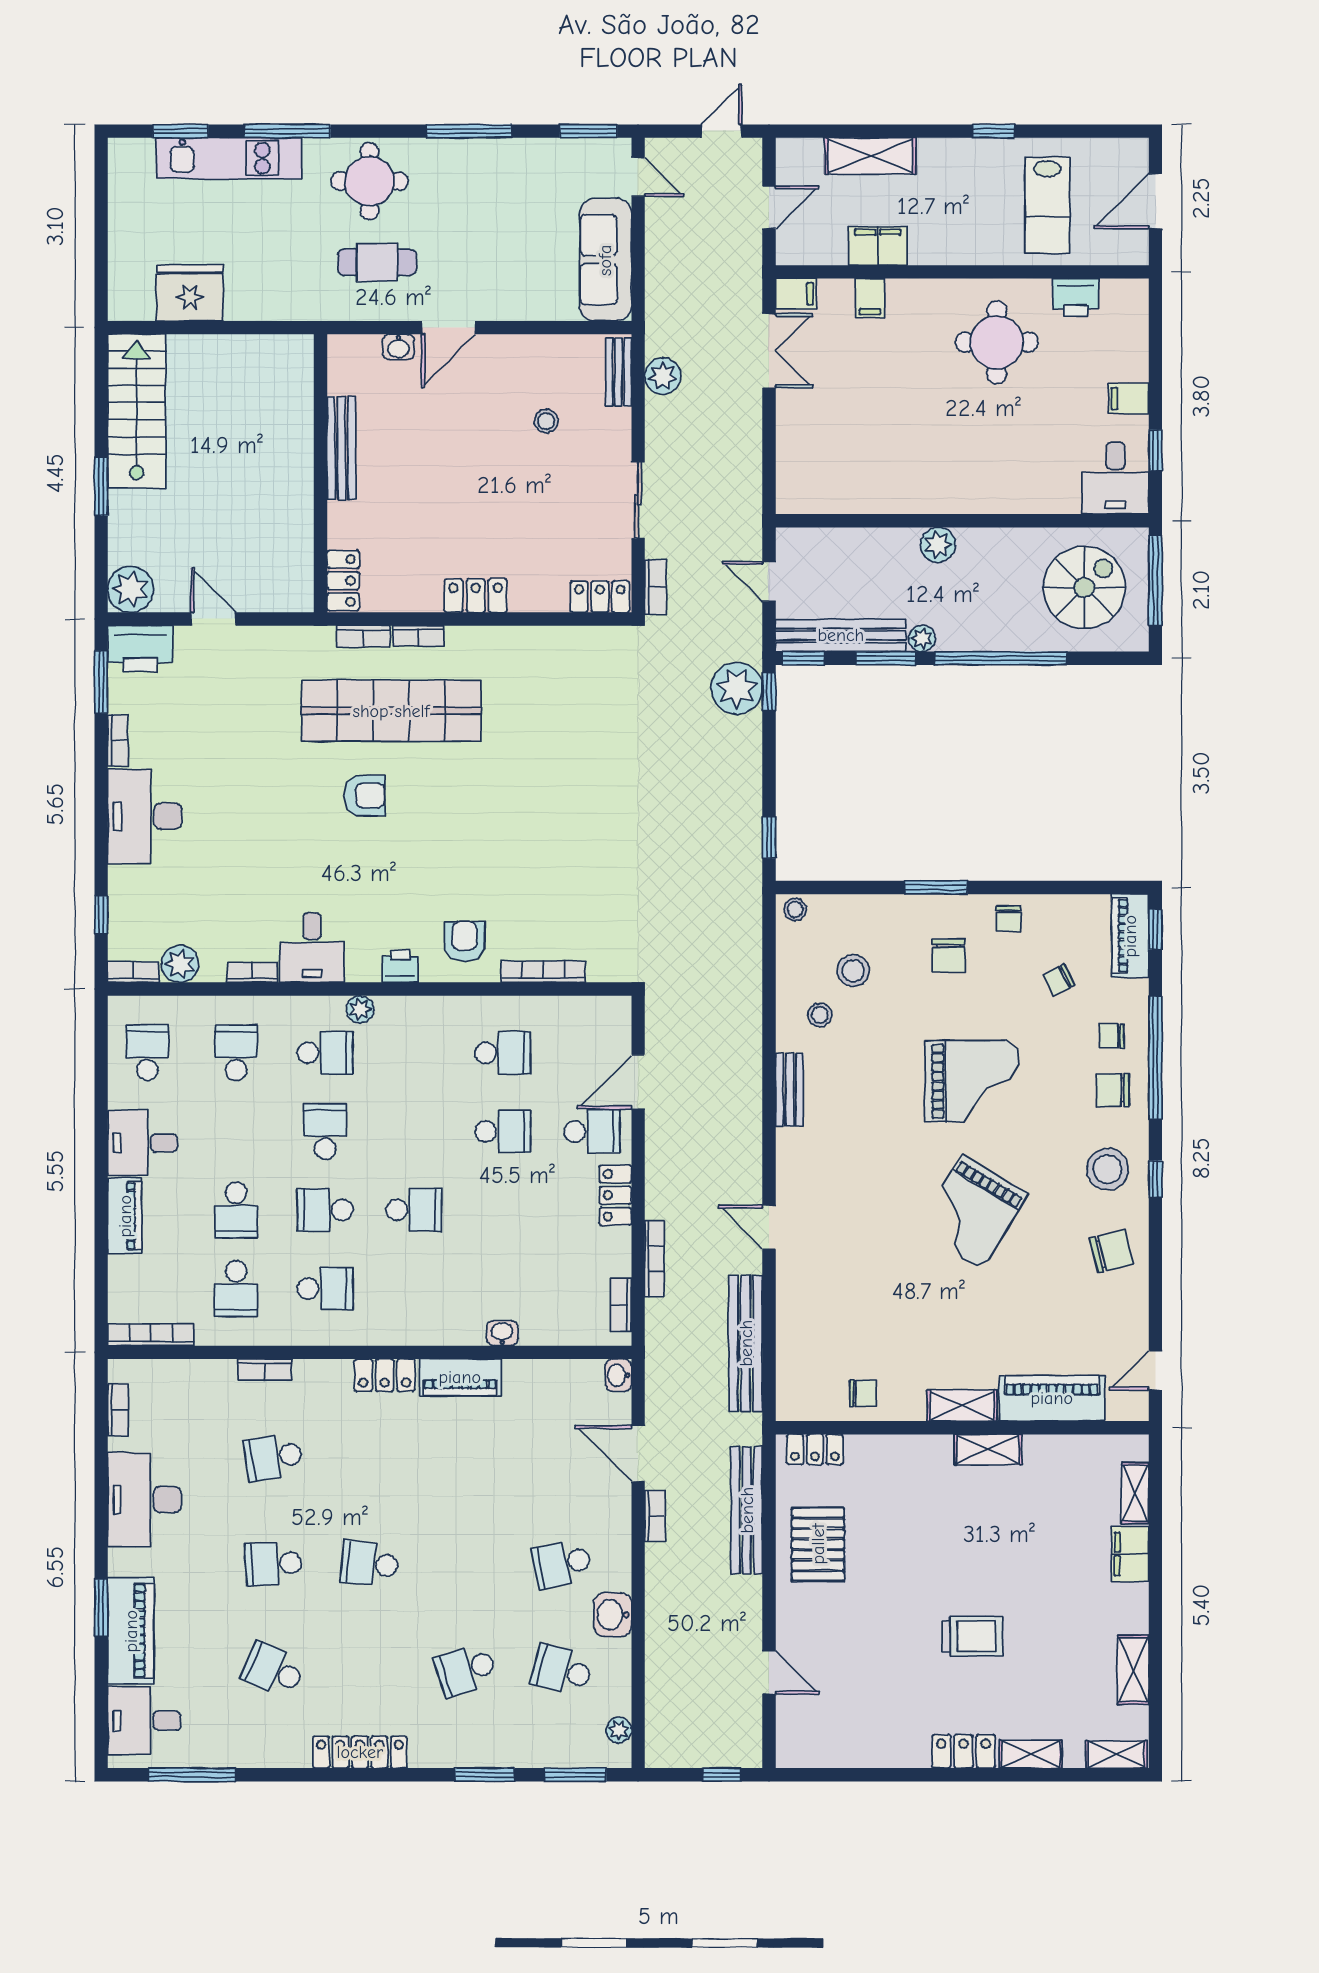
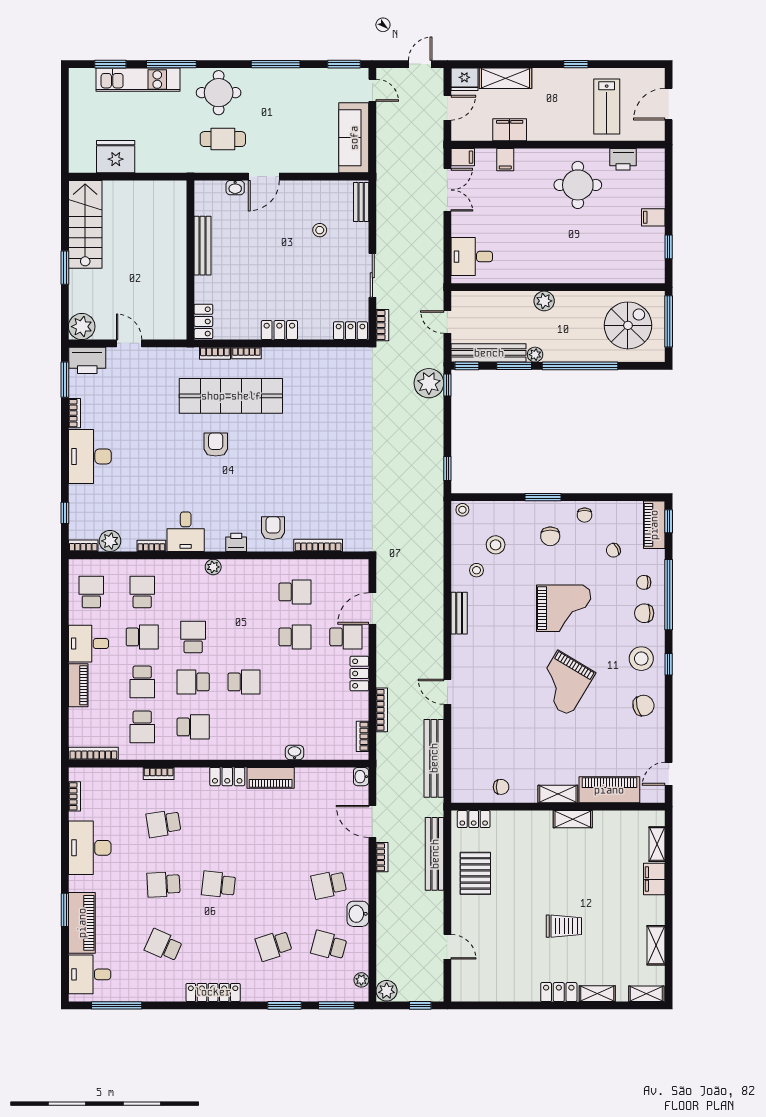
fridge: (799, 158) -> (464, 79), added
plant: (663, 376) -> (387, 991), moved
desk: (1115, 478) -> (472, 257), moved, turned 90
armchair: (364, 796) -> (216, 445), turned -90
school desk: (325, 1053) -> (142, 637), moved

